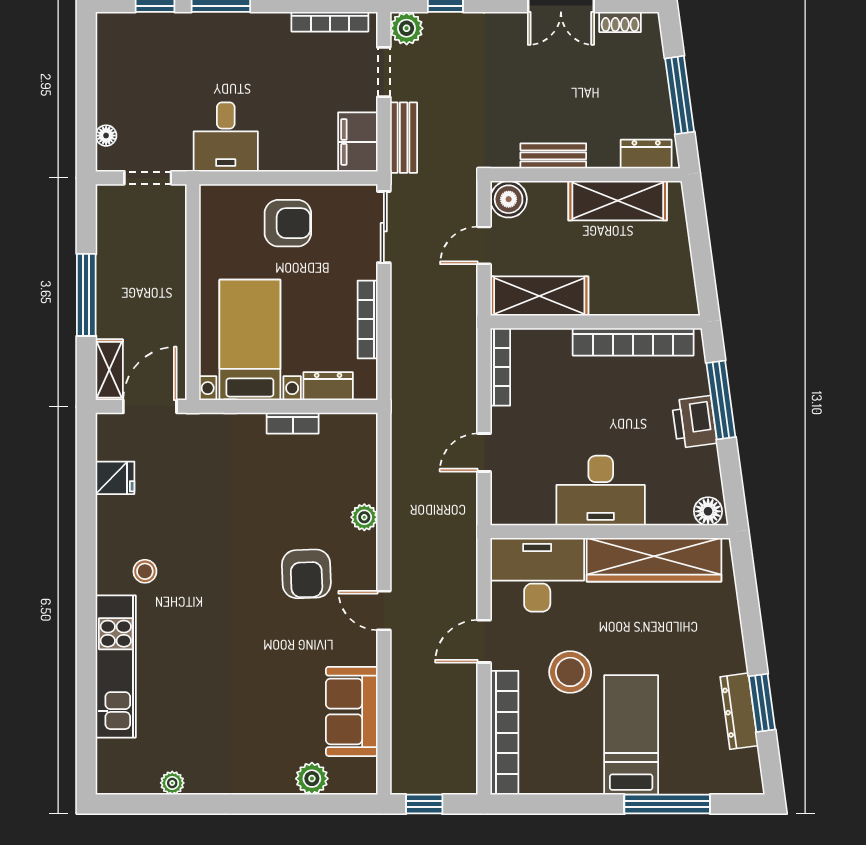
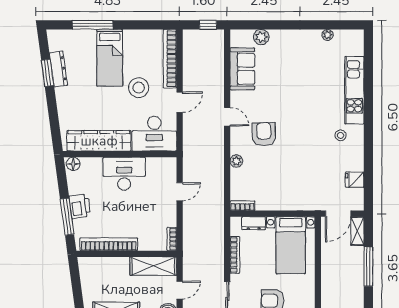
bookcase: (500, 367) -> (172, 239), width x0.64
bookcase: (293, 423) -> (242, 206), moved

